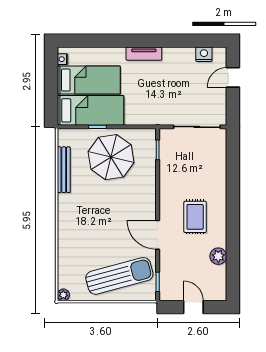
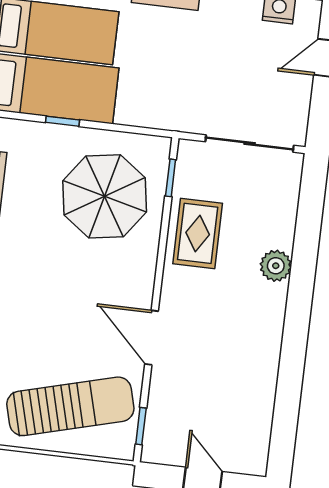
parasol: (111, 157) -> (105, 196), moved
rug: (195, 217) -> (198, 233), moved
plant: (218, 256) -> (276, 266), moved

